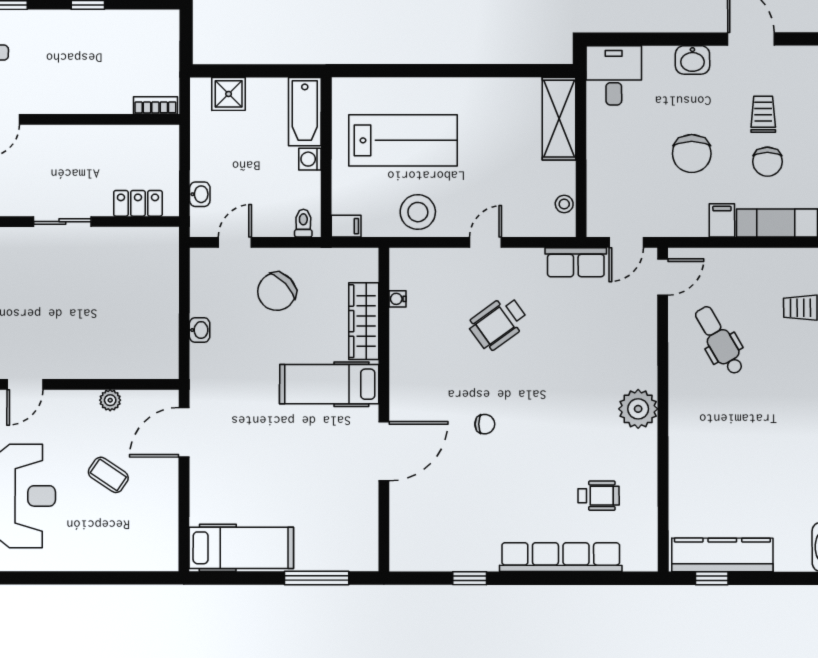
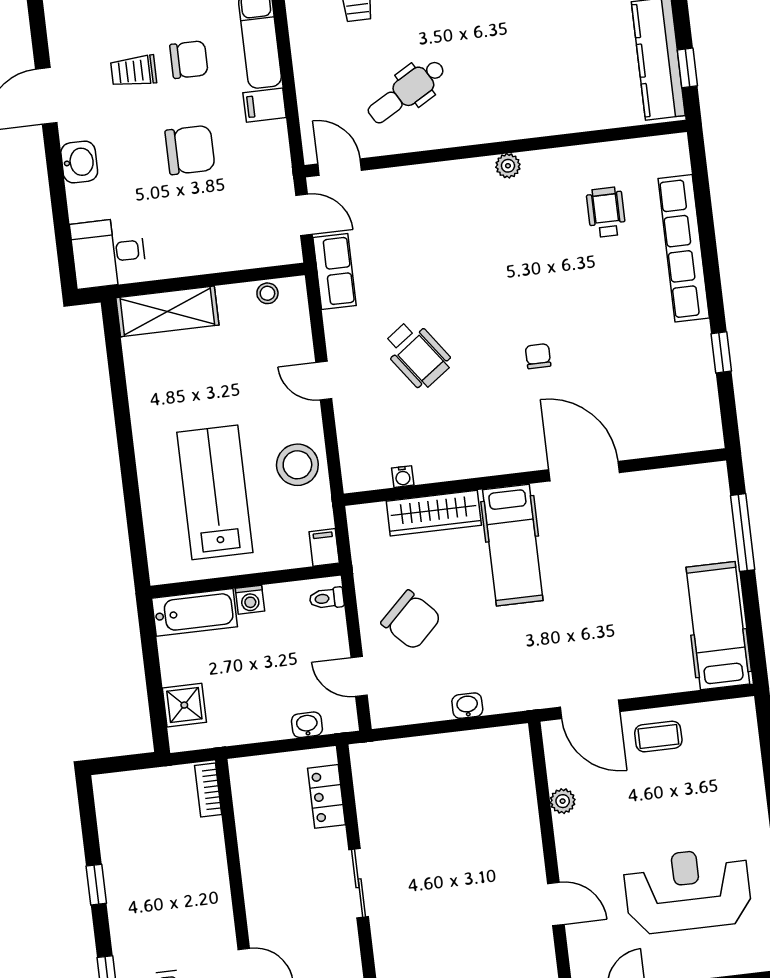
plant: (638, 409) -> (508, 166), width x0.53, depth x0.53
coffee table: (108, 475) -> (658, 737), moved, turned 56

